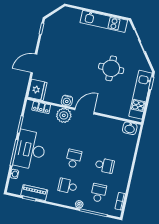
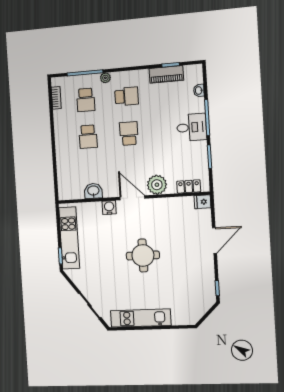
round table: (111, 68) -> (143, 255), moved
fridge: (37, 90) -> (202, 202), width x0.53, depth x0.75
water cooler: (67, 101) -> (109, 207), moved
door: (84, 111) -> (132, 198), swing flipped
washbasin: (130, 128) -> (93, 191), moved
desk: (30, 150) -> (192, 127), width x0.53, depth x0.77
school desk: (74, 159) -> (129, 133), turned 180
school desk: (105, 165) -> (88, 137), turned -90

